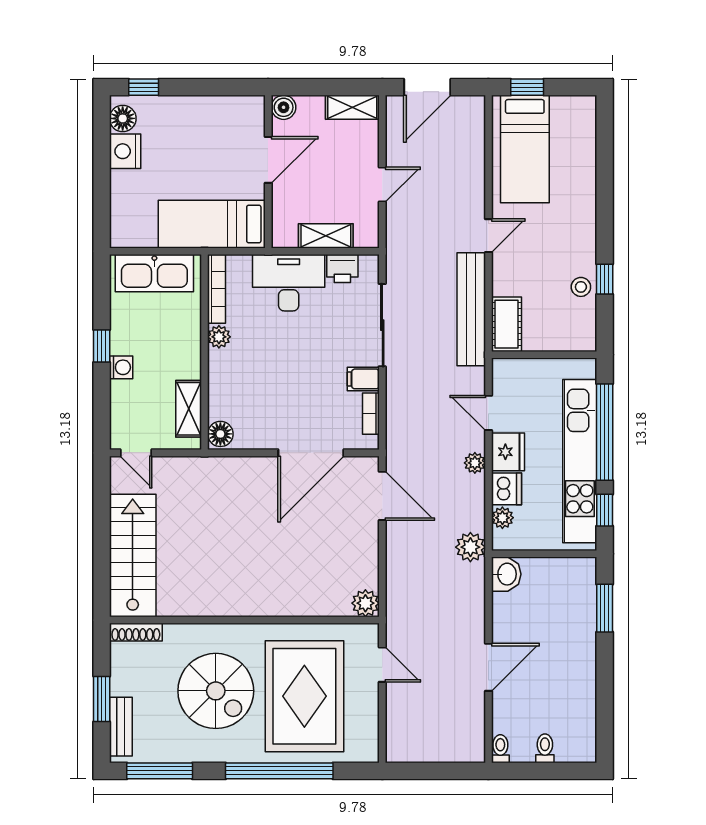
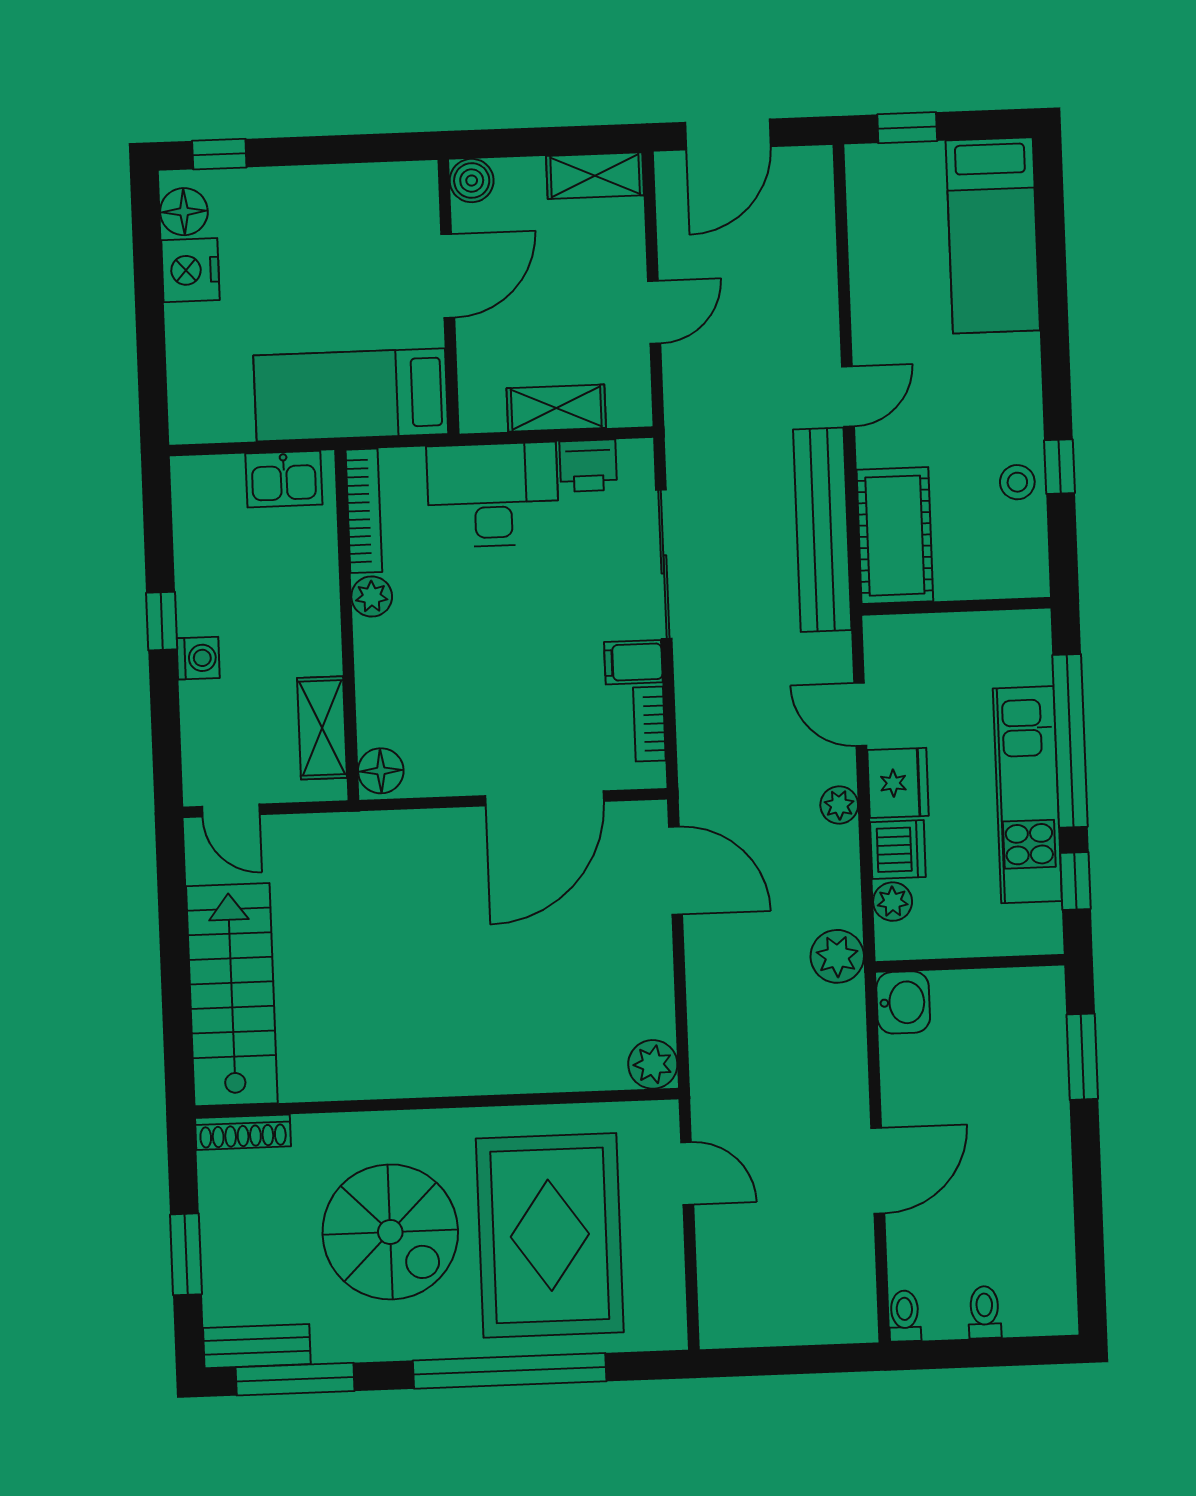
bed: (525, 149) -> (993, 235), moved
kitchen sink: (154, 273) -> (284, 479), width x0.53, depth x0.81
cot: (507, 324) -> (895, 536), width x1.37, depth x1.34
kitchen unit: (580, 461) -> (1027, 795), width x0.73
bench: (121, 727) -> (257, 1346), moved, turned 90

